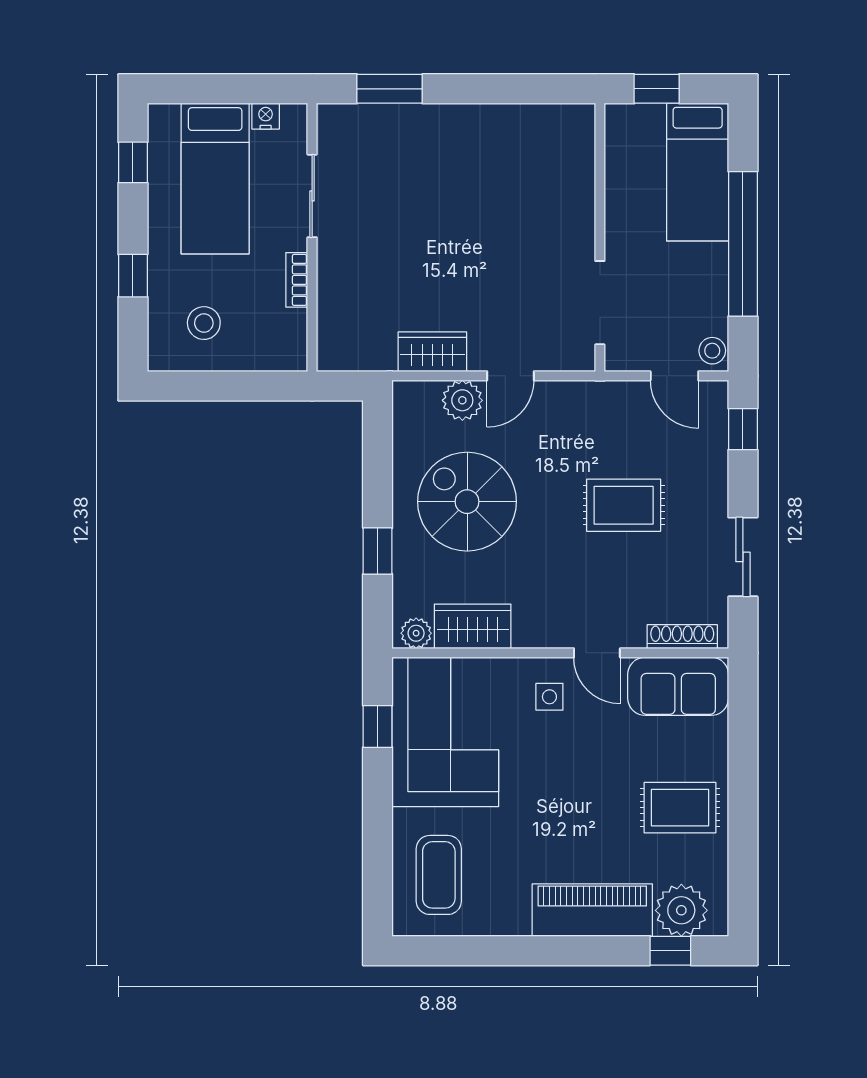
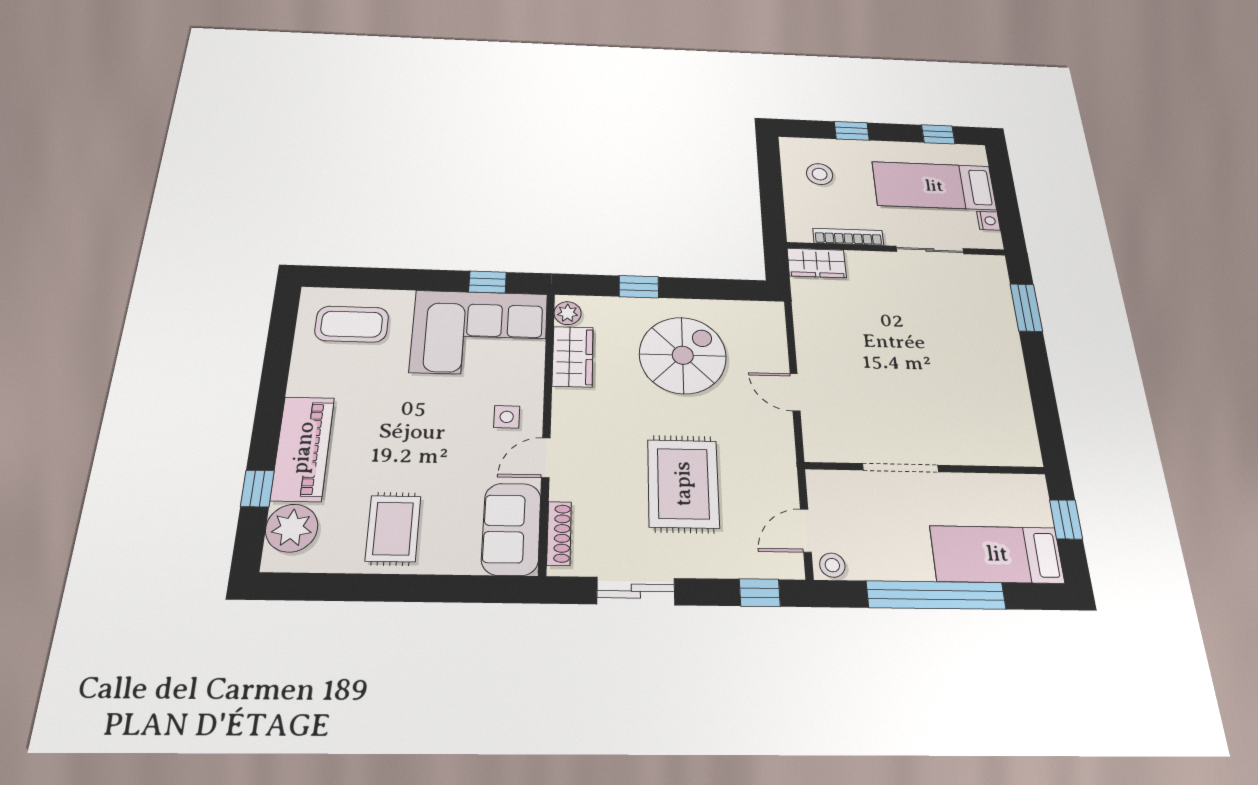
bookcase: (297, 280) -> (848, 237), width x1.56
doorway: (600, 303) -> (901, 468), moved
wardrobe: (432, 352) -> (817, 263), moved, turned 90
plant: (462, 400) -> (771, 354), removed
rug: (624, 505) -> (683, 484), width x1.36, depth x1.43
window: (670, 951) -> (257, 489), moved

